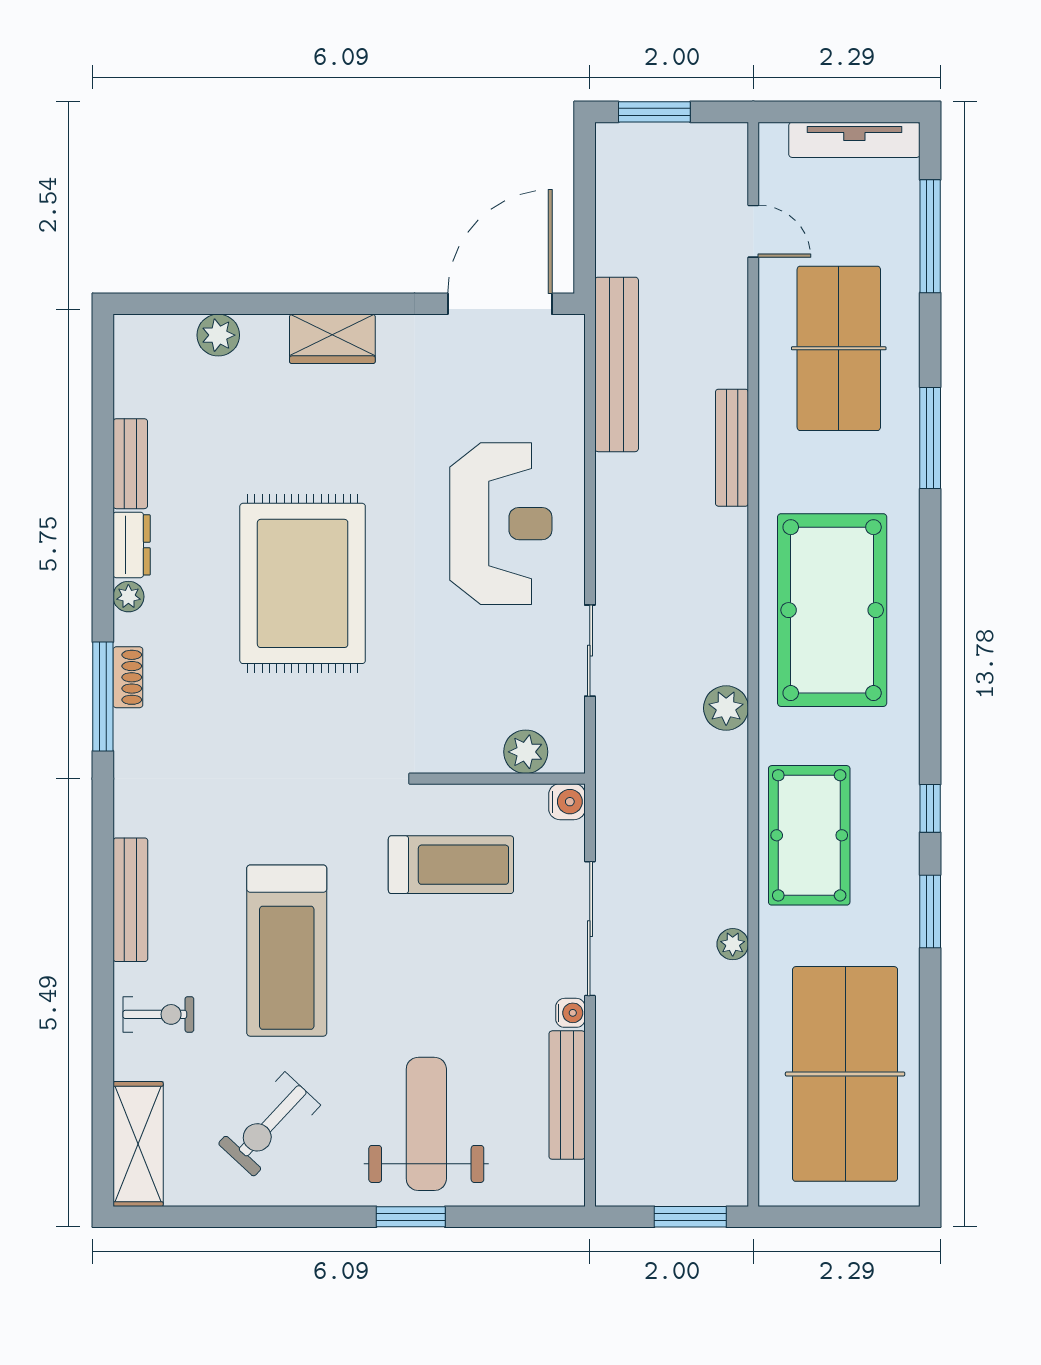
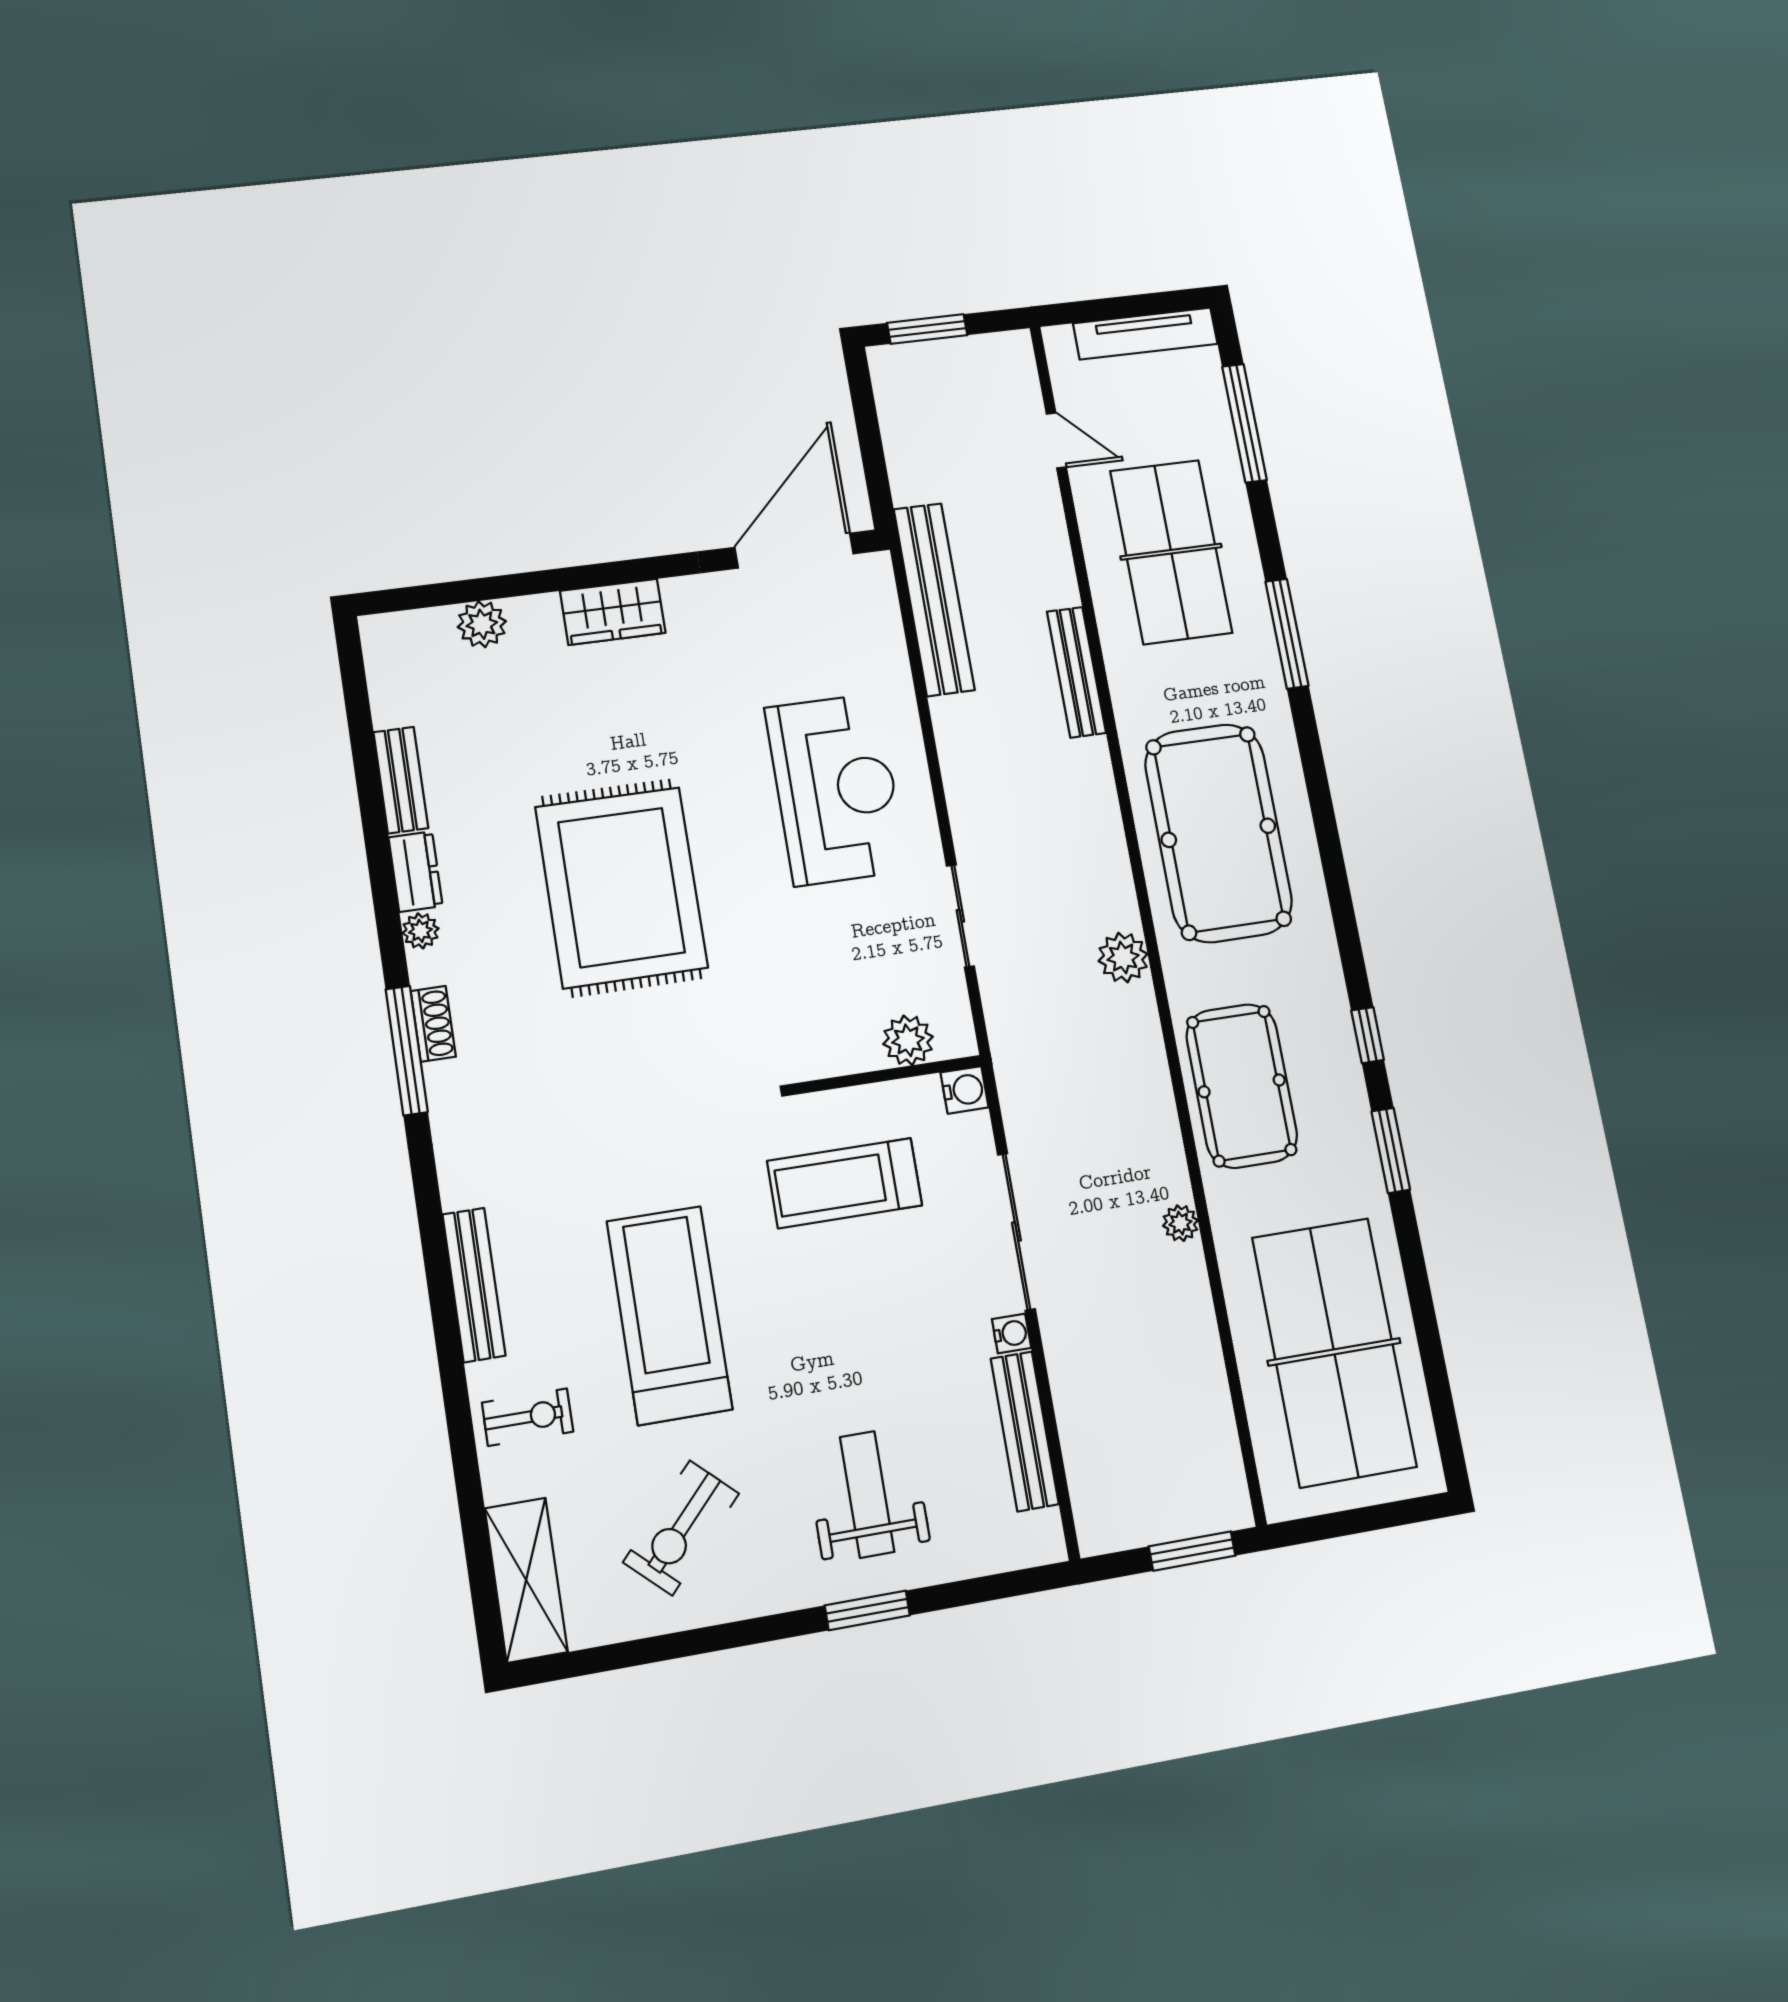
treadmill: (451, 865) -> (845, 1183), turned 180
treadmill: (287, 951) -> (669, 1315), turned 180
weight bench: (426, 1124) -> (867, 1494), width x0.73, depth x0.75

